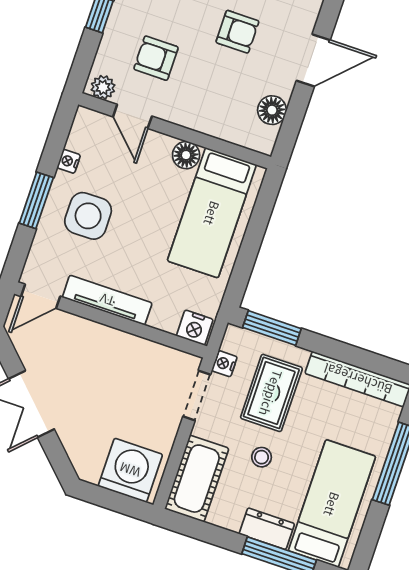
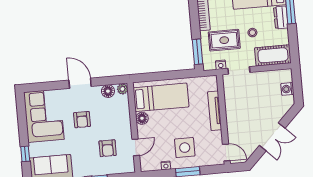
armchair: (237, 32) -> (82, 120), turned 180
plant: (103, 87) -> (122, 89), moved
tv unit: (107, 300) -> (215, 111), moved
nightstand: (195, 328) -> (211, 83), removed
washing machine: (130, 470) -> (287, 89), width x0.53, depth x0.53

